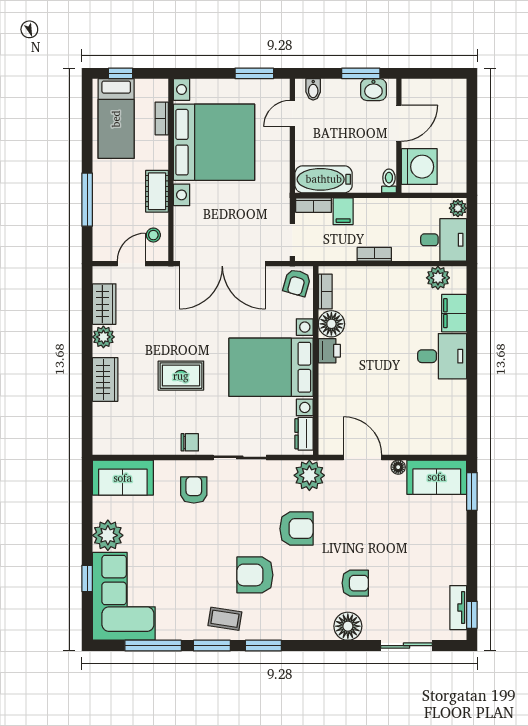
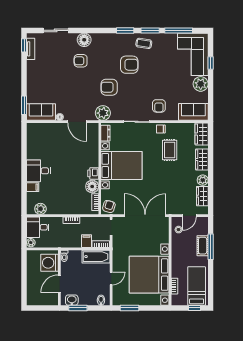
door: (292, 113) -> (111, 278), moved
cot: (157, 191) -> (203, 246), moved
filing cabinet: (454, 313) -> (33, 187), width x0.50
rug: (181, 376) -> (170, 150), moved, turned 90
wardrobe: (106, 432) -> (202, 134), added

